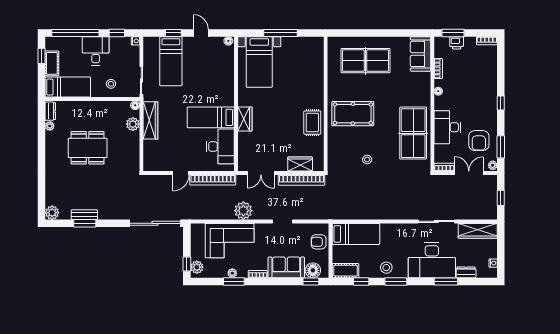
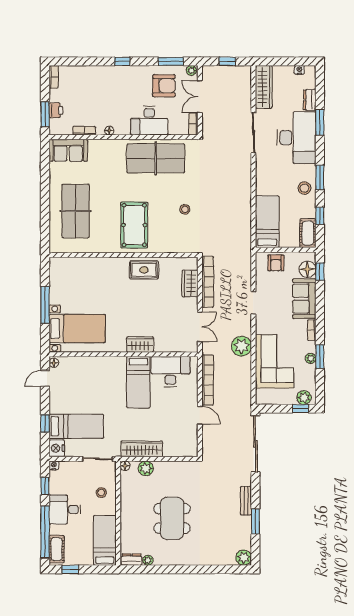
door: (201, 33) -> (45, 378), moved
nightstand: (151, 44) -> (57, 448), added
cot: (52, 63) -> (57, 549), moved, turned 90
bench: (84, 215) -> (246, 501), moved

